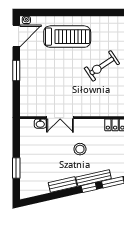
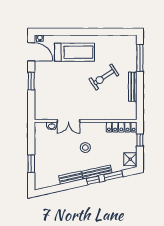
door: (16, 36) -> (31, 52), hinge flipped

